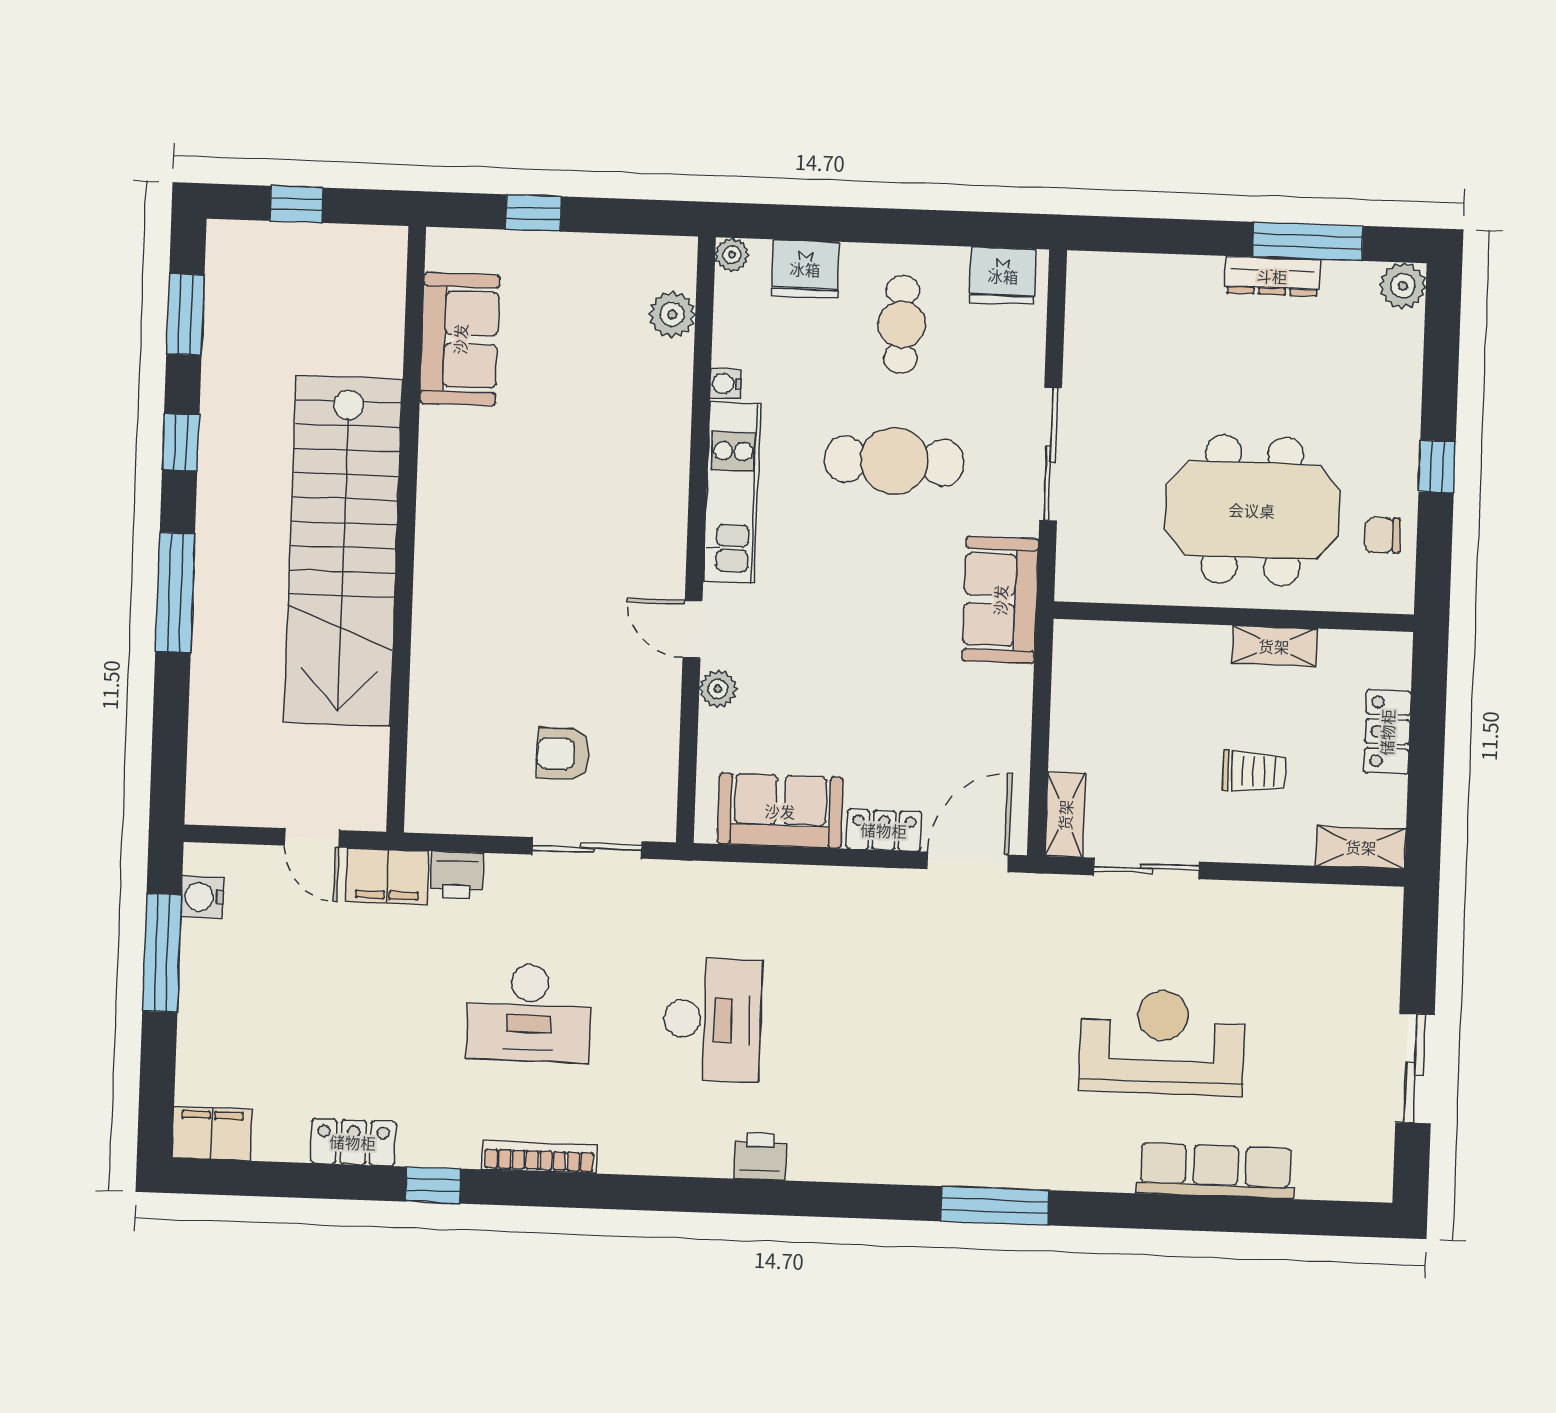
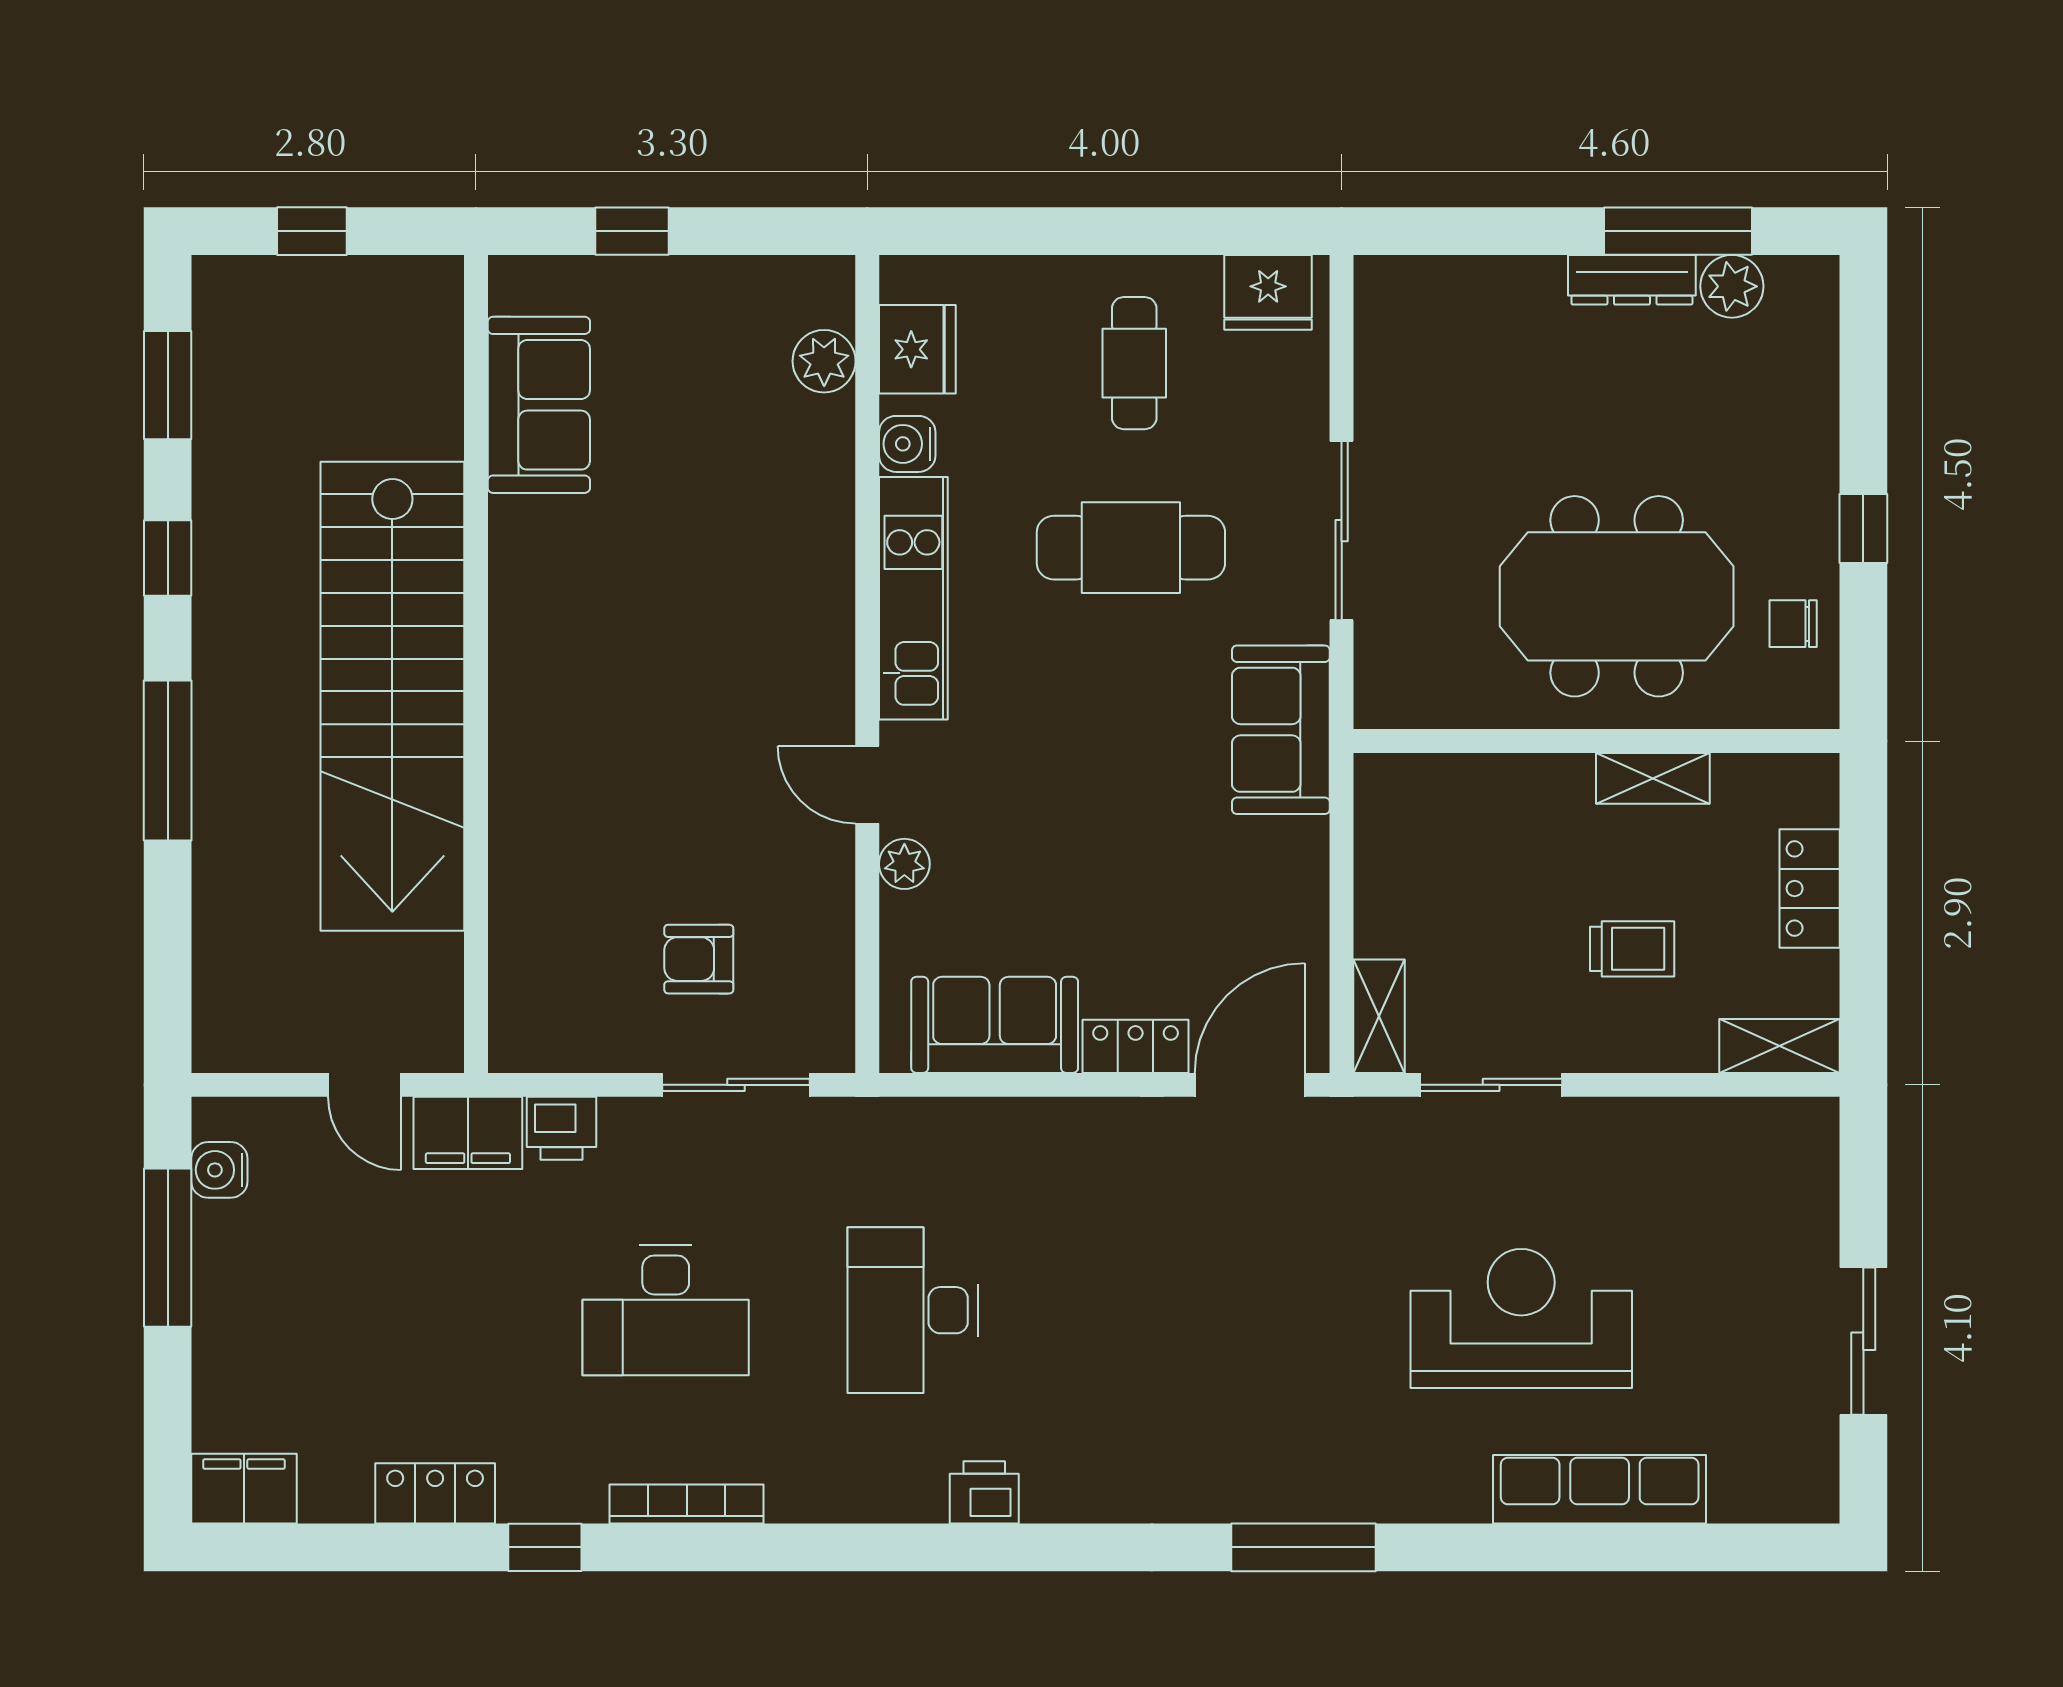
plant: (732, 255) -> (902, 278), removed
fridge: (805, 269) -> (917, 349), moved, turned -90
plant: (1403, 286) -> (1732, 286), moved
water cooler: (725, 384) -> (907, 444), width x1.38, depth x1.38
desk: (712, 1020) -> (913, 1310), turned 180

